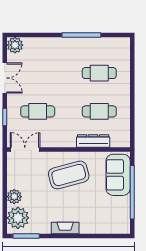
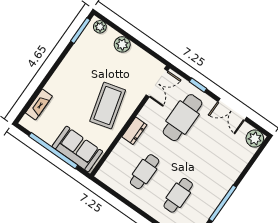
cafe table: (38, 111) -> (183, 118), width x1.37, depth x1.35
dresser: (93, 141) -> (134, 131), moved, width x0.70
plant: (18, 218) -> (100, 27), width x0.53, depth x0.53
fireplace: (65, 228) -> (39, 105), moved

